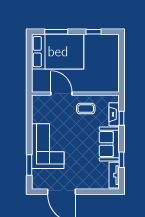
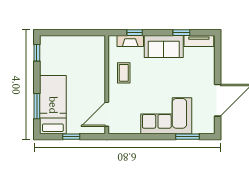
window: (93, 32) -> (37, 53), moved
bed: (58, 52) -> (53, 105), width x0.67
window: (29, 62) -> (71, 137), added
door: (61, 94) -> (107, 114), moved

